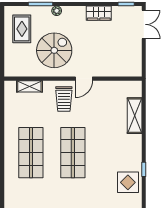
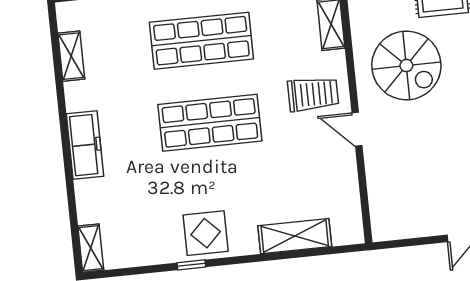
trolley: (64, 99) -> (313, 94), turned 180
display table: (128, 182) -> (206, 233), moved

